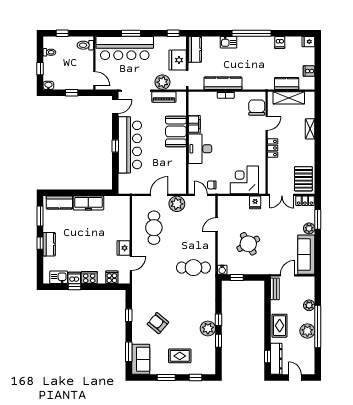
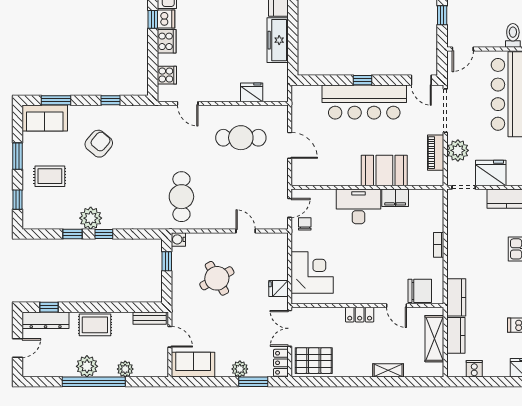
kitchen counter: (223, 83) -> (456, 297), moved, width x0.67
plant: (177, 204) -> (276, 172), removed
fridge: (123, 248) -> (252, 92), moved
sofa: (306, 255) -> (193, 365), width x0.73
rug: (180, 356) -> (50, 176), turned 90

